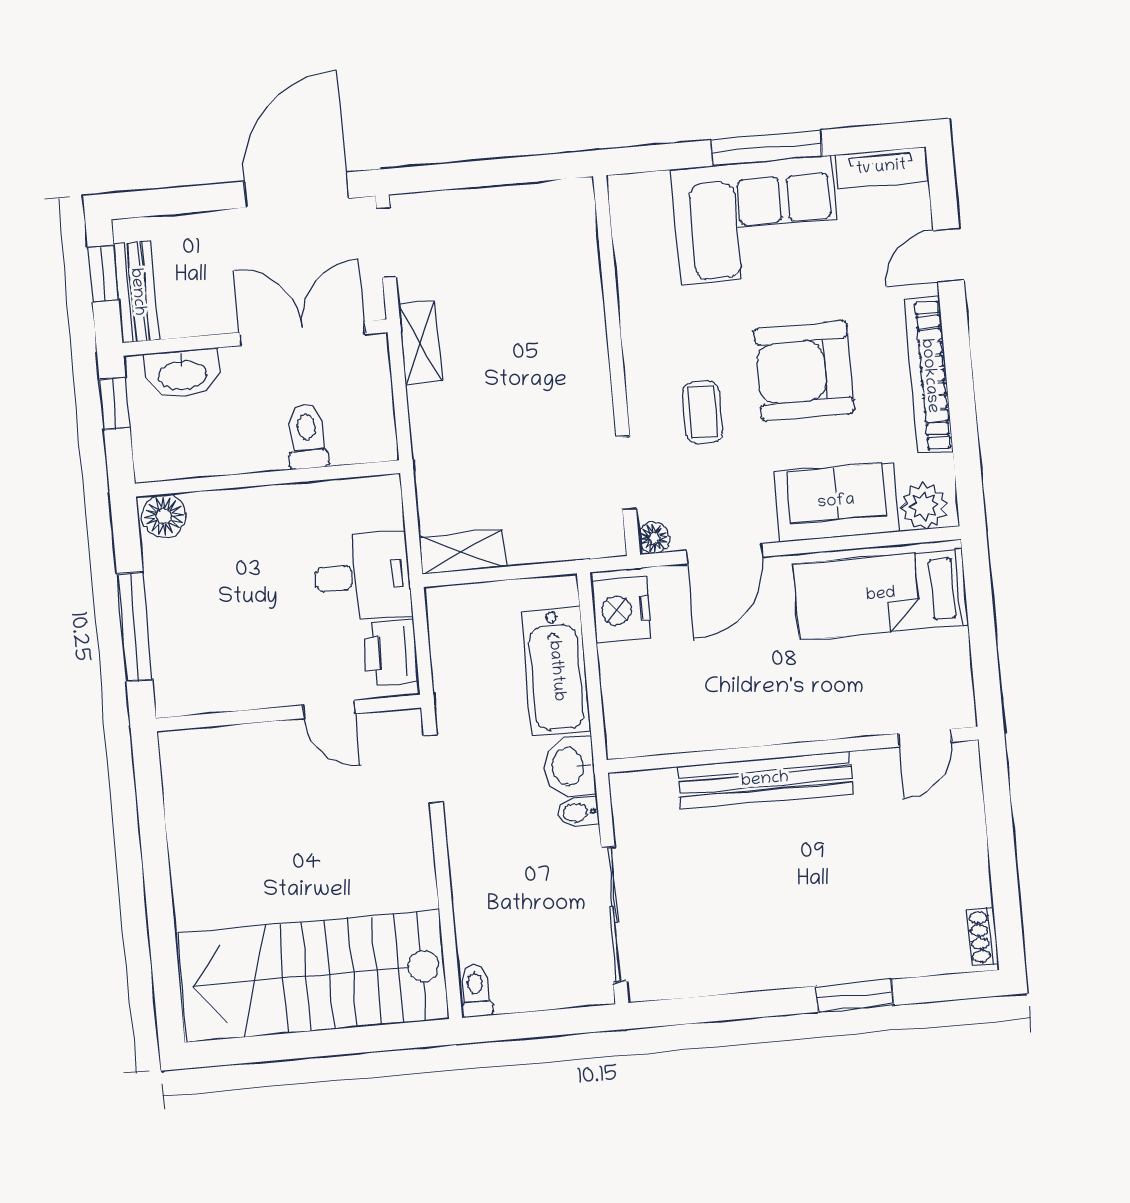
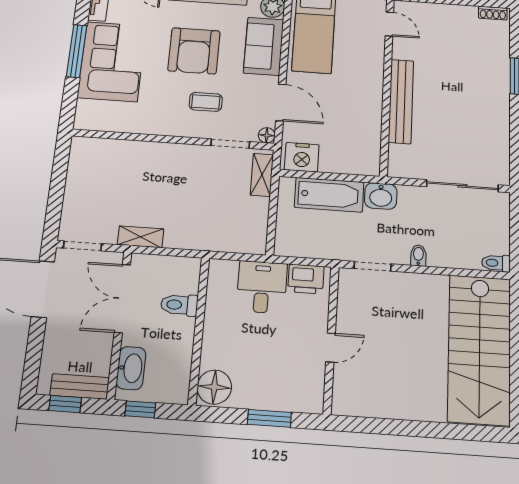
floor lamp: (164, 516) -> (214, 387), width x1.38, depth x1.38
shelving: (462, 552) -> (262, 175), moved
window: (135, 627) -> (269, 418), width x0.69
door: (329, 709) -> (331, 348), moved
bidet: (578, 812) -> (418, 255), moved, turned 180

